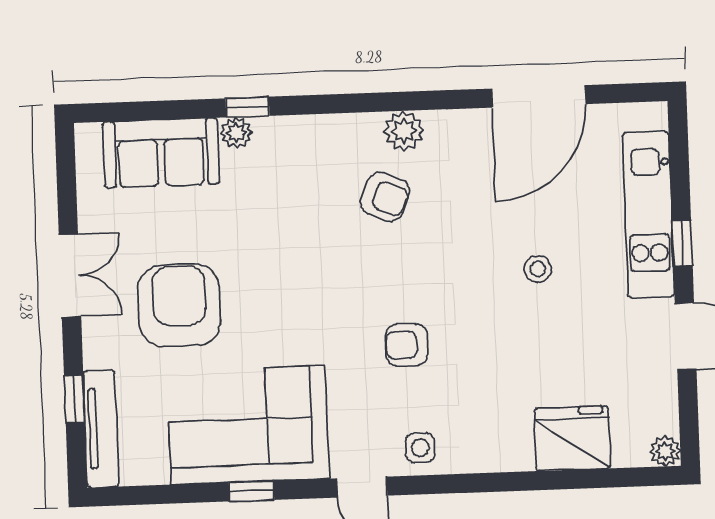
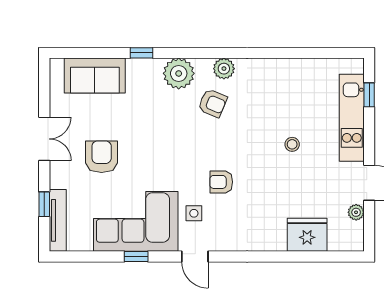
door: (539, 96) -> (296, 53), removed
plant: (236, 133) -> (179, 73), moved, width x1.88, depth x1.88
window: (682, 243) -> (369, 95), moved
armchair: (179, 305) -> (102, 157), width x0.73, depth x0.73
side table: (420, 448) -> (194, 213), moved
plant: (665, 451) -> (356, 212), moved

